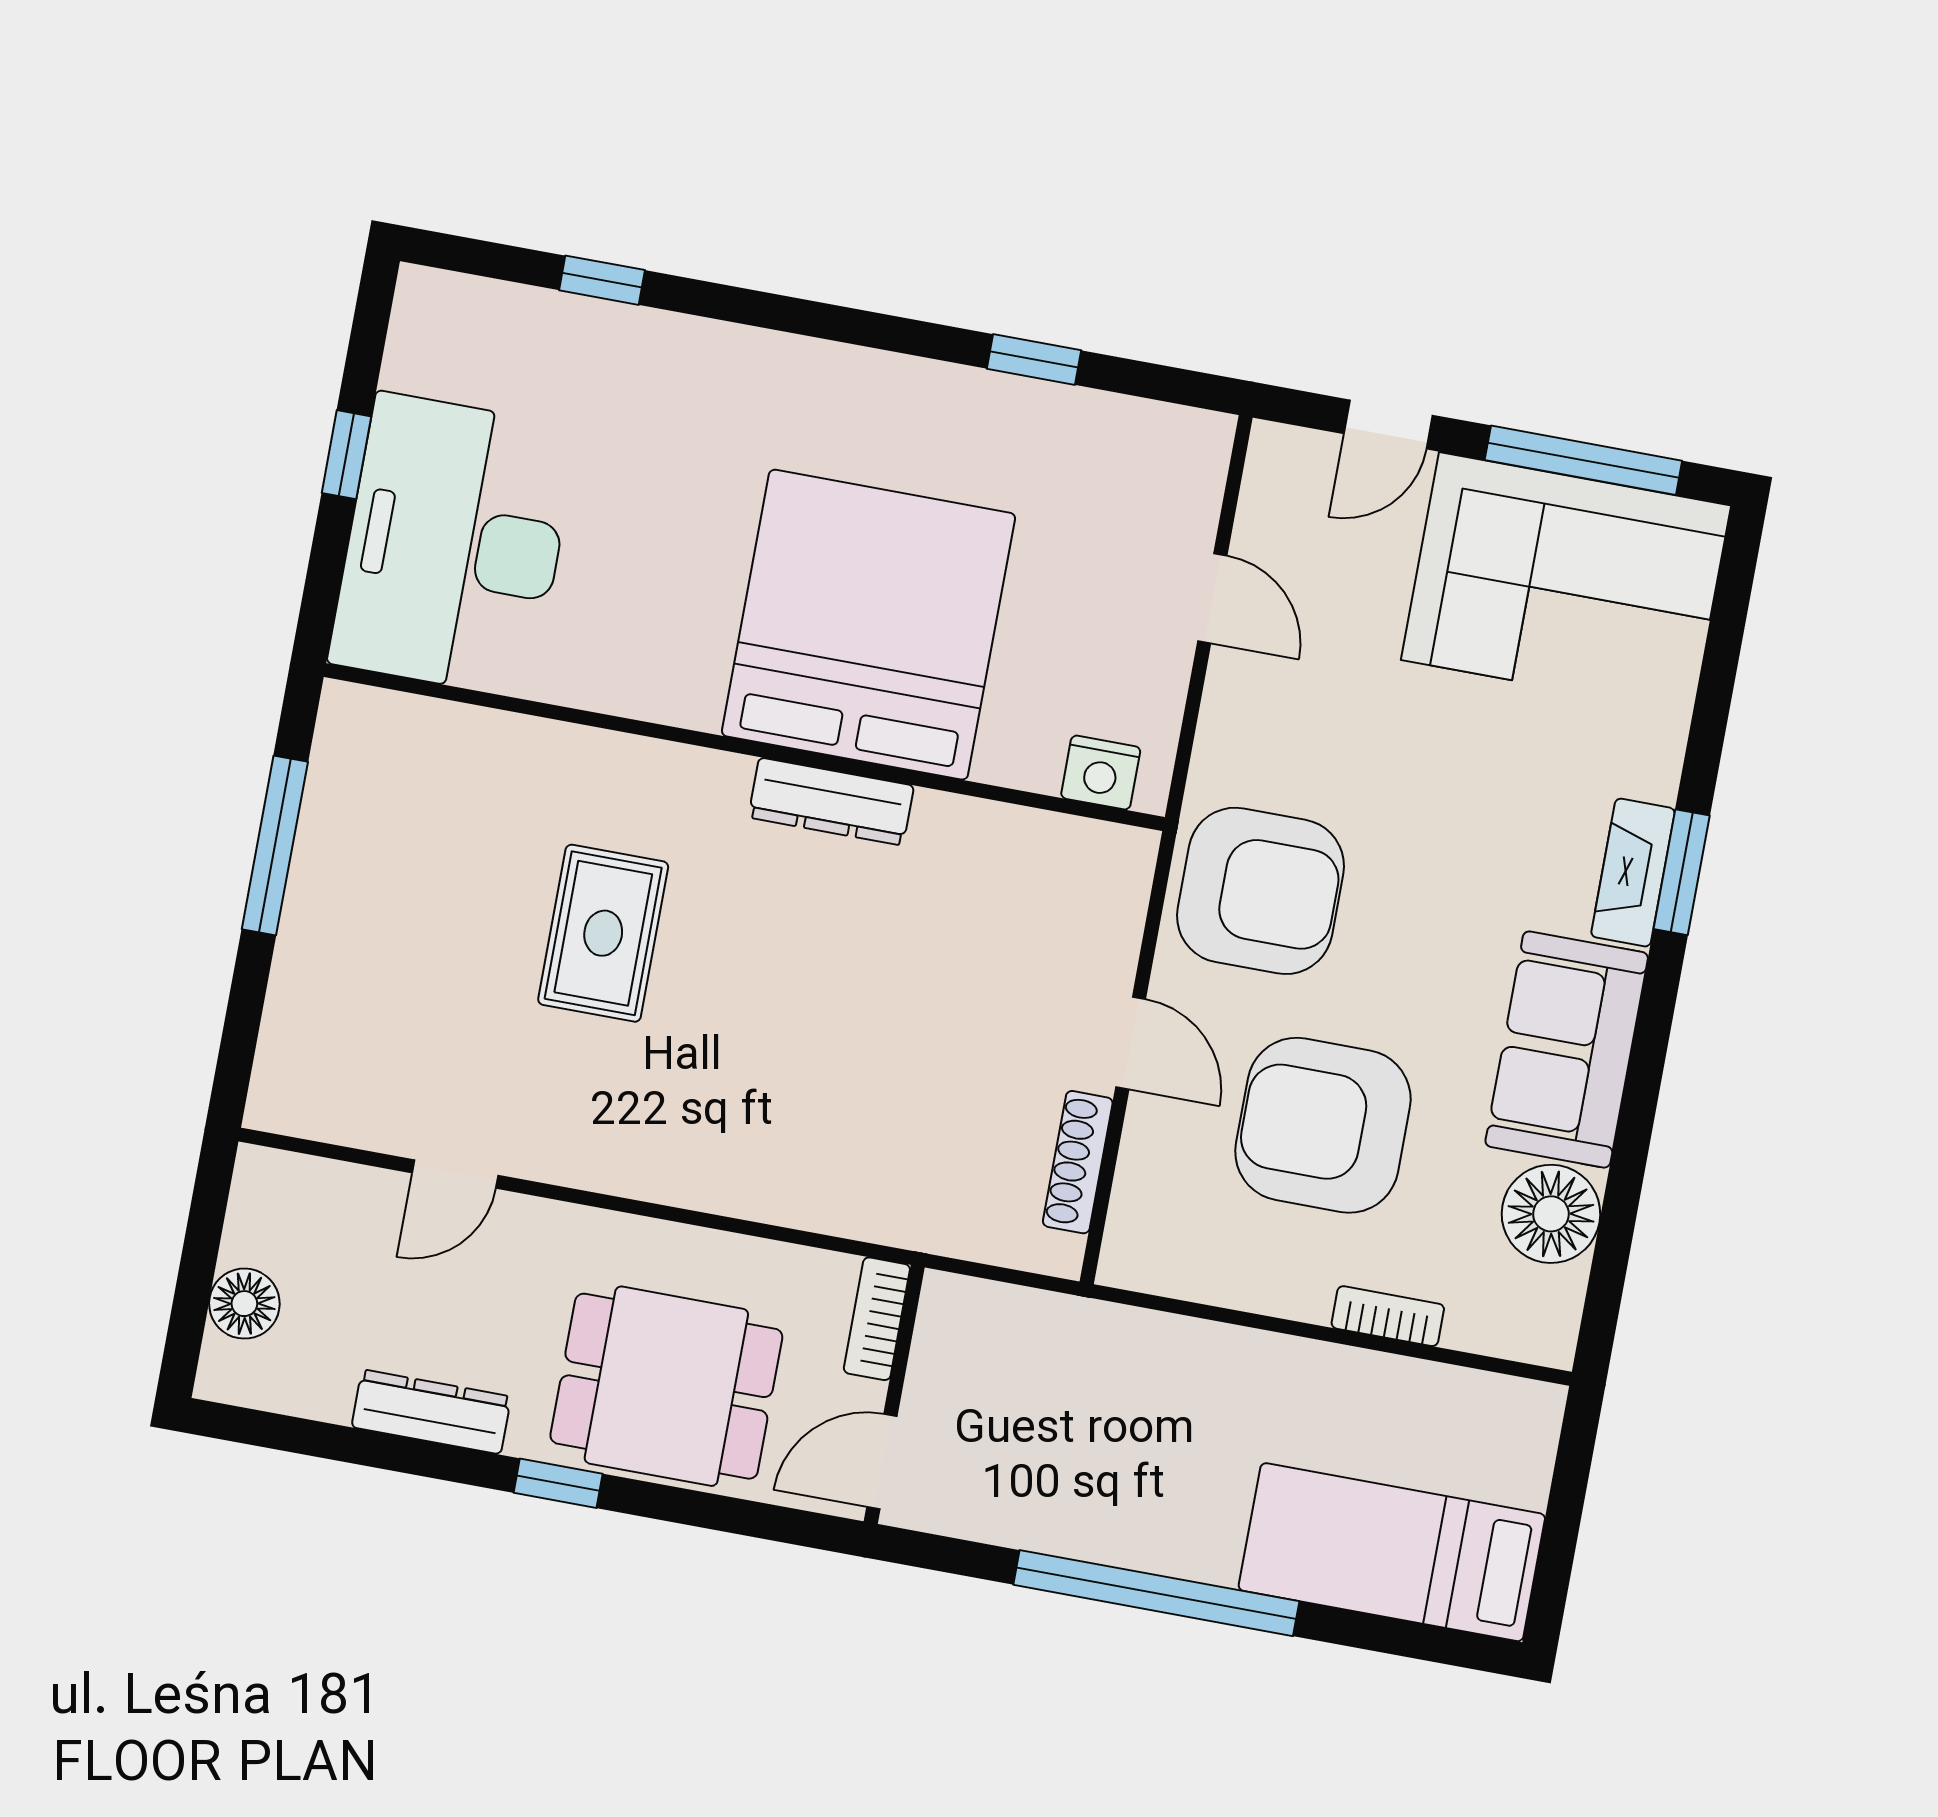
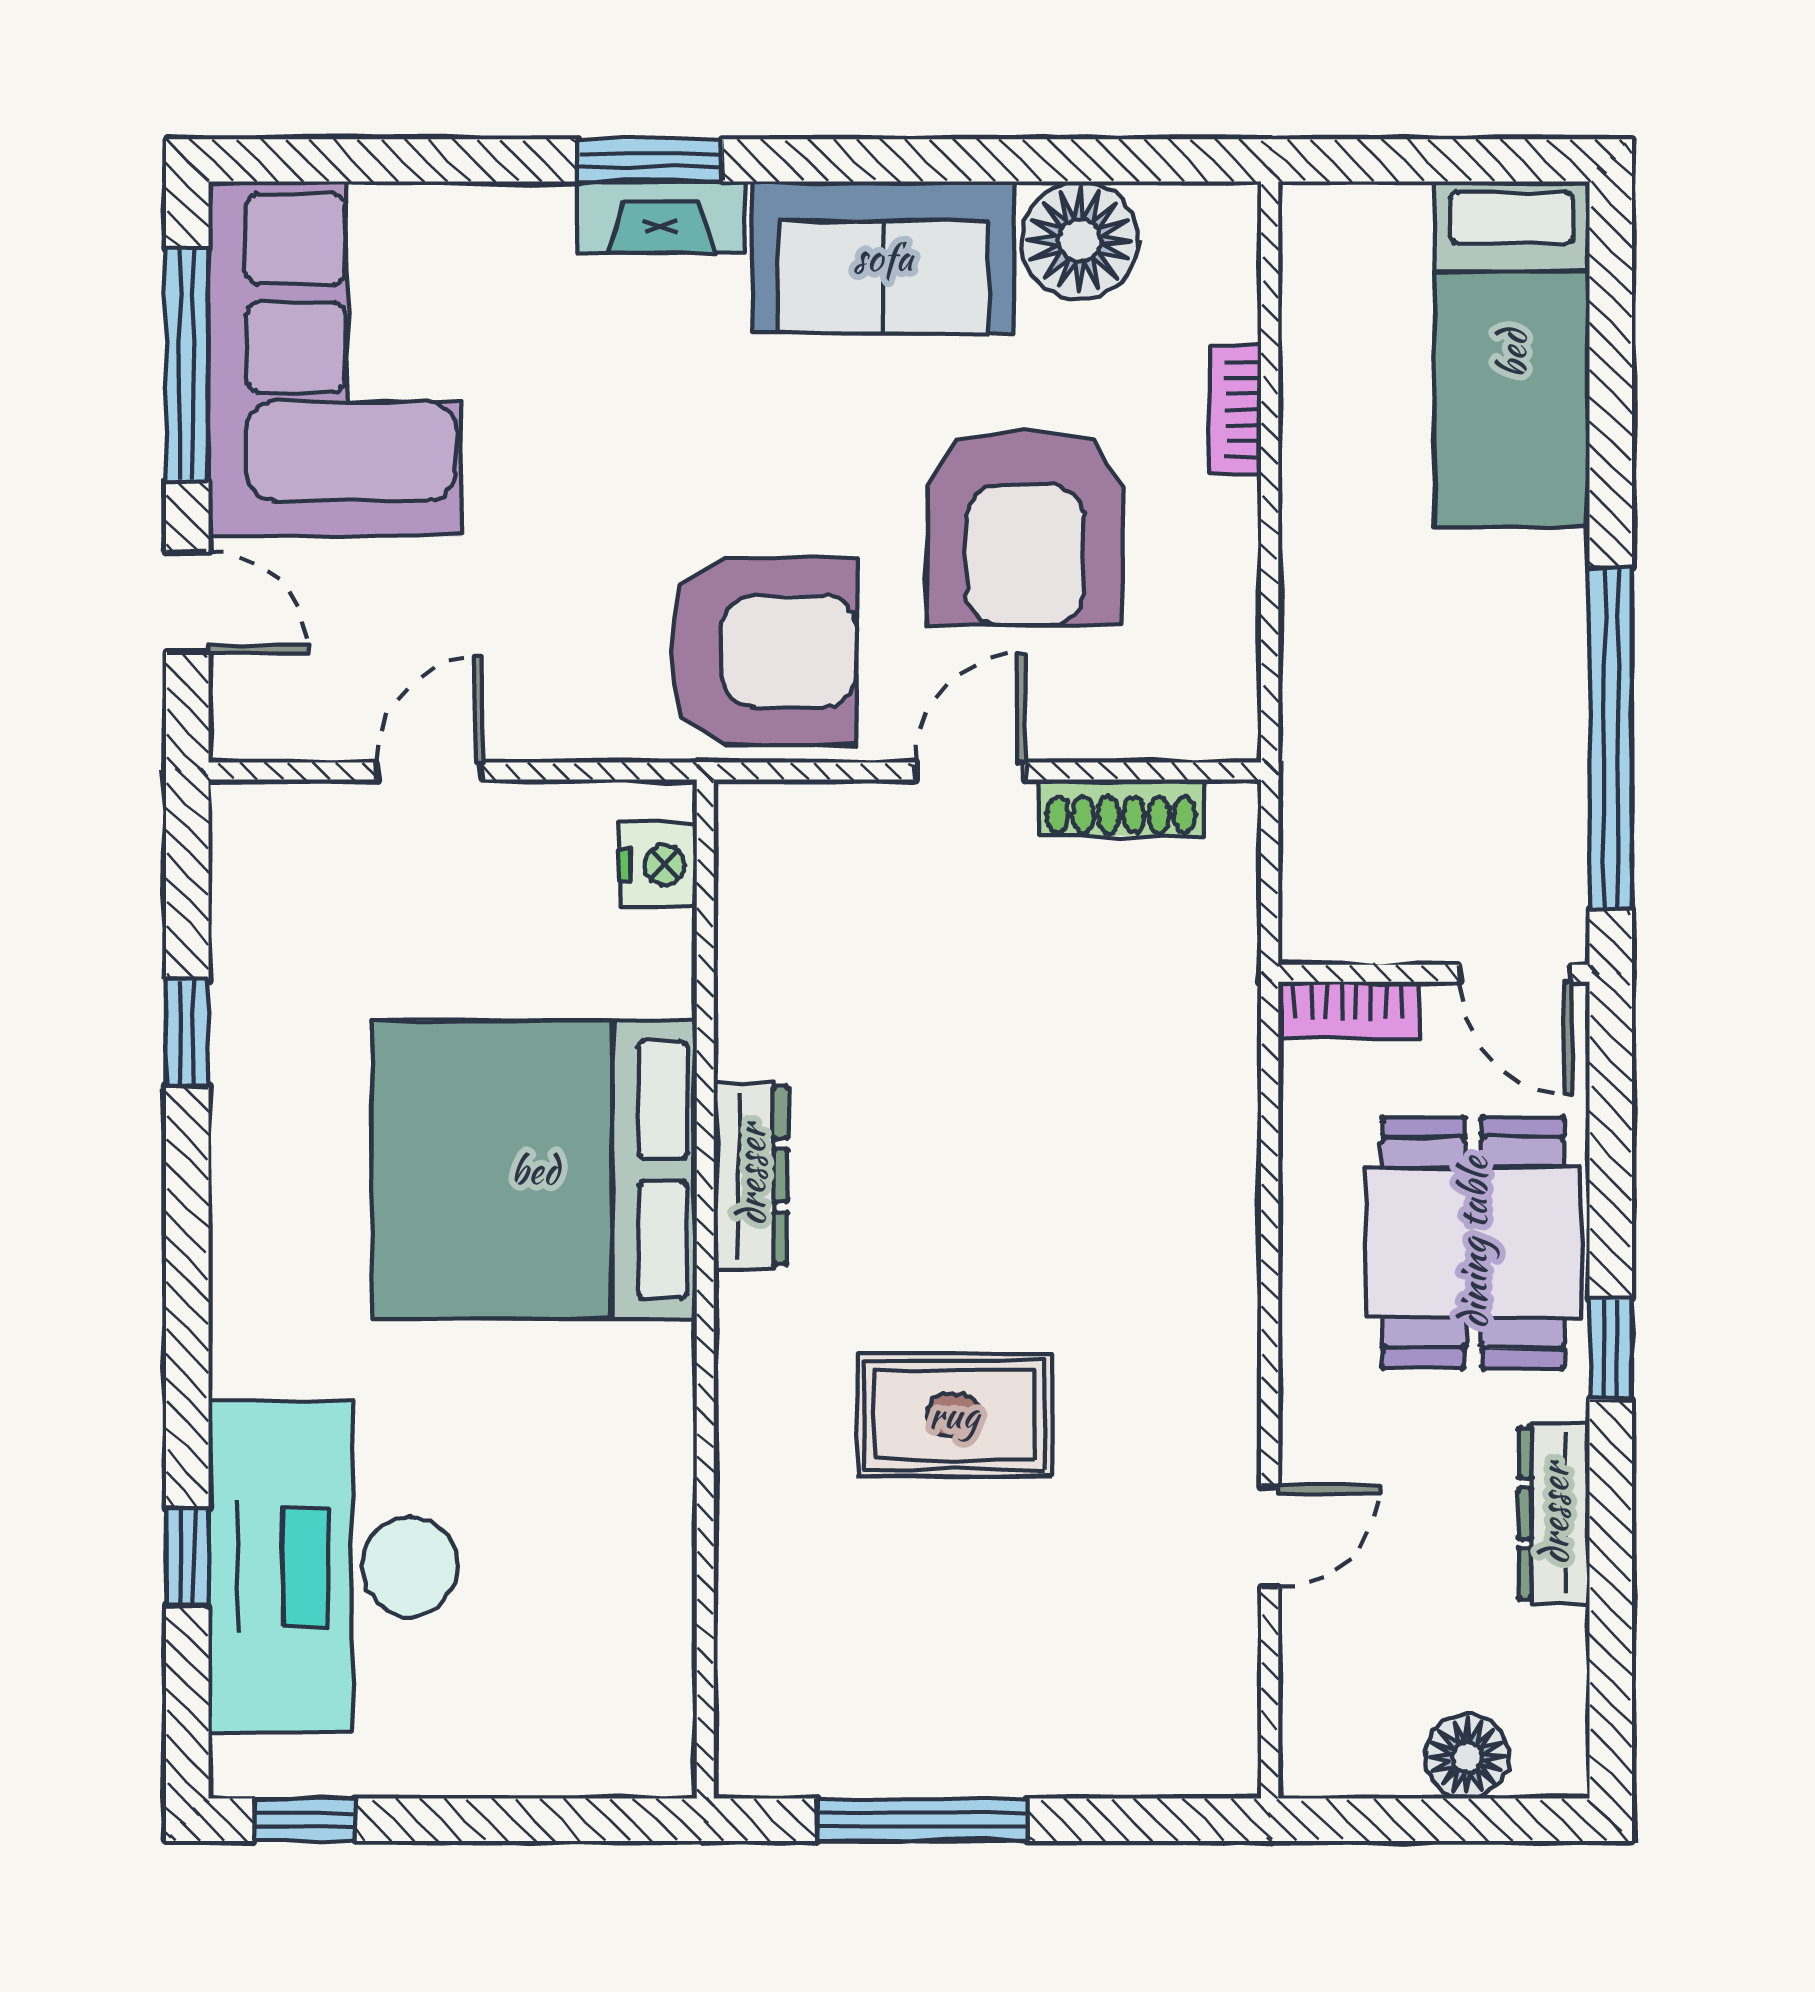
window: (346, 455) -> (304, 1820), moved
desk: (454, 545) -> (333, 1567), moved, turned 90
armchair: (1260, 891) -> (763, 651), turned 90
door: (455, 1174) -> (1270, 1537), hinge flipped
window: (1156, 1593) -> (1611, 738), moved

